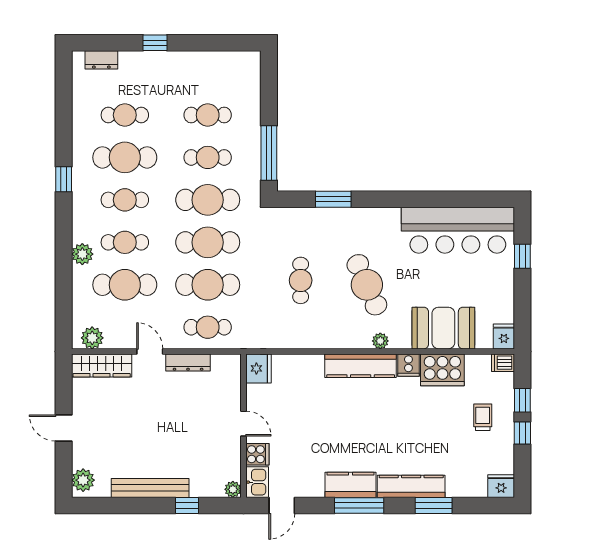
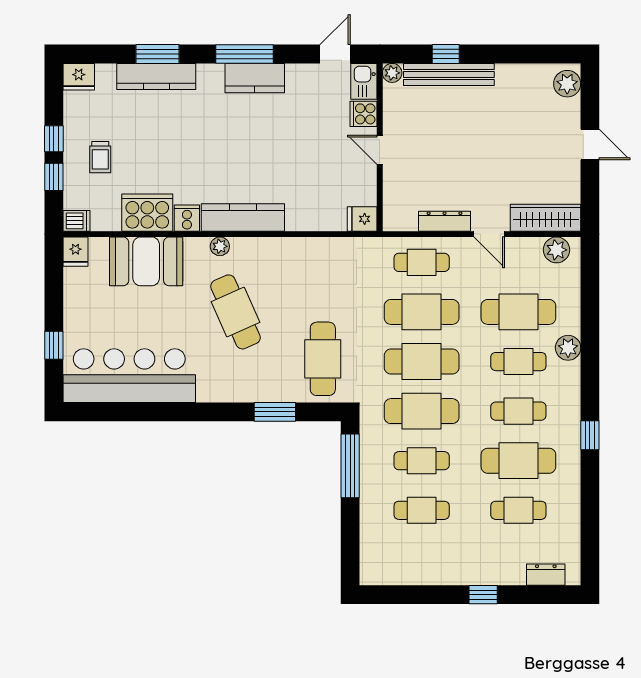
cafe table: (301, 280) -> (323, 359), moved, width x1.37, depth x1.35
fridge: (258, 368) -> (362, 219), width x0.72
kitchen counter: (411, 486) -> (156, 76), moved
bench: (150, 488) -> (449, 74), moved

